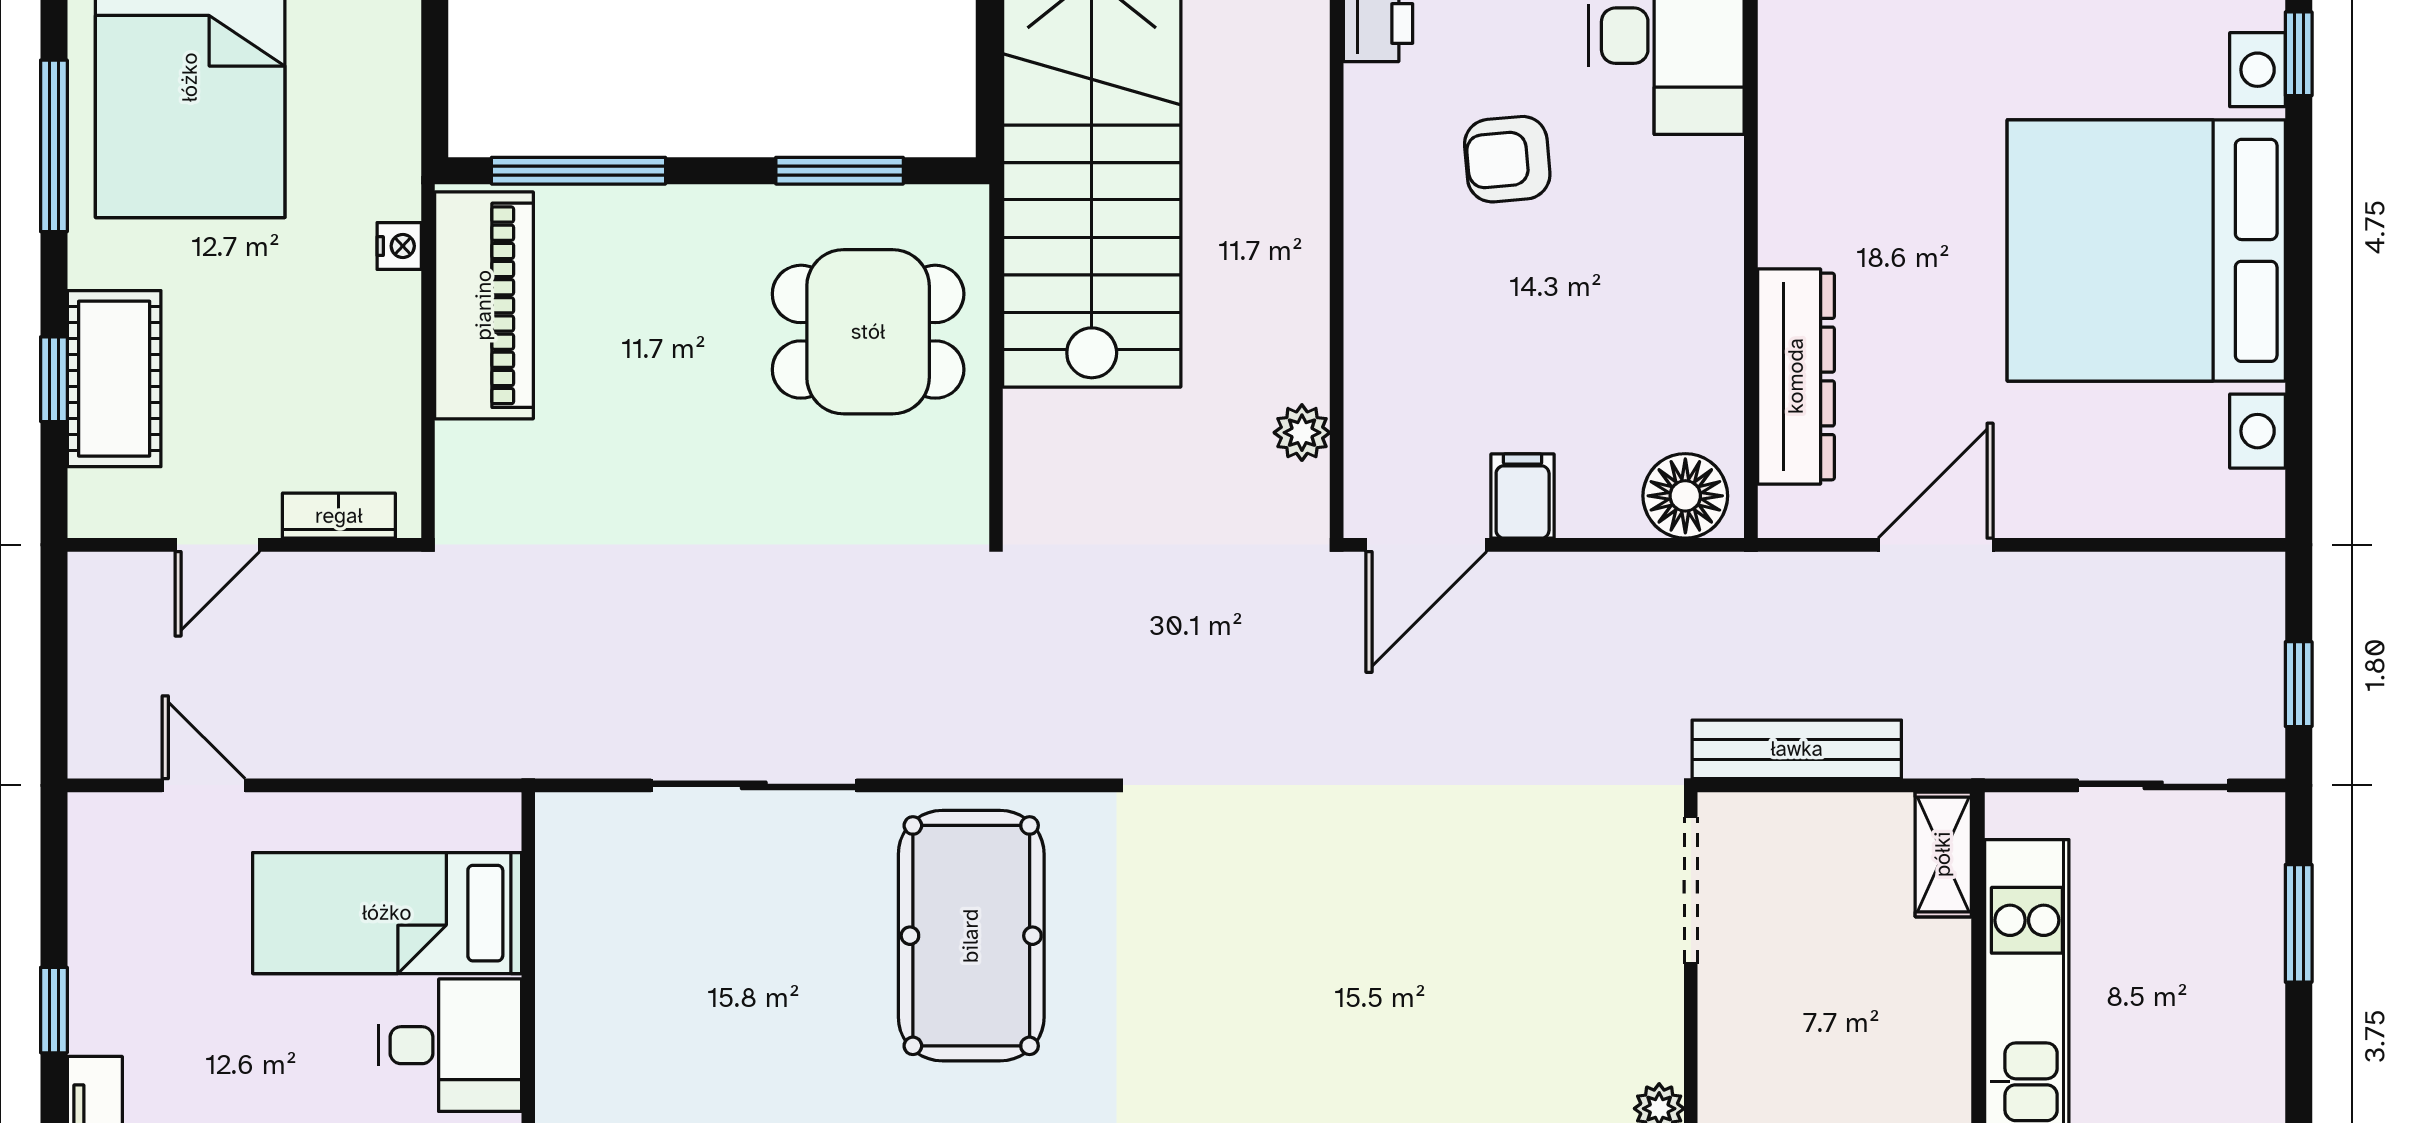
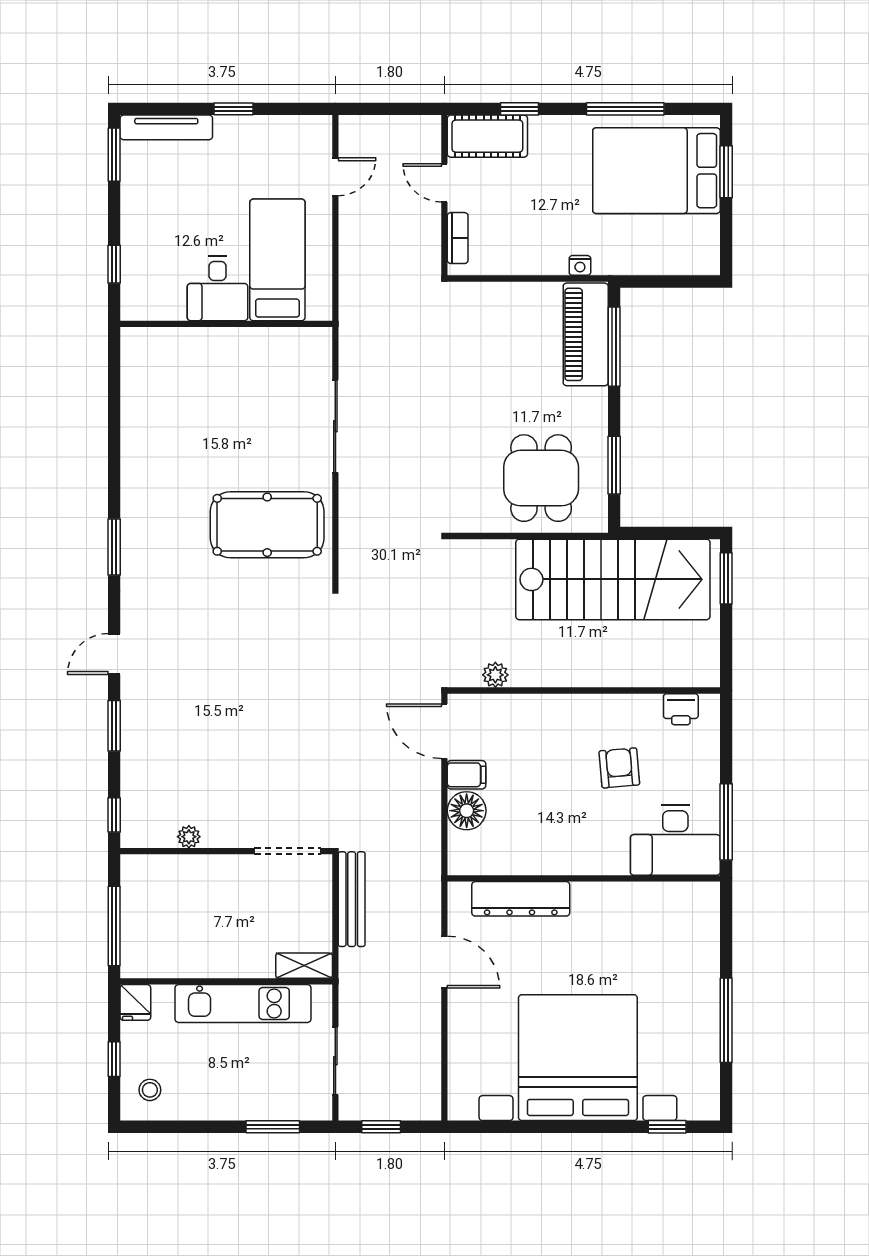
piano: (484, 305) -> (586, 334), moved, turned 90
cot: (114, 379) -> (487, 136), moved
floor lamp: (1685, 496) -> (467, 811), moved

